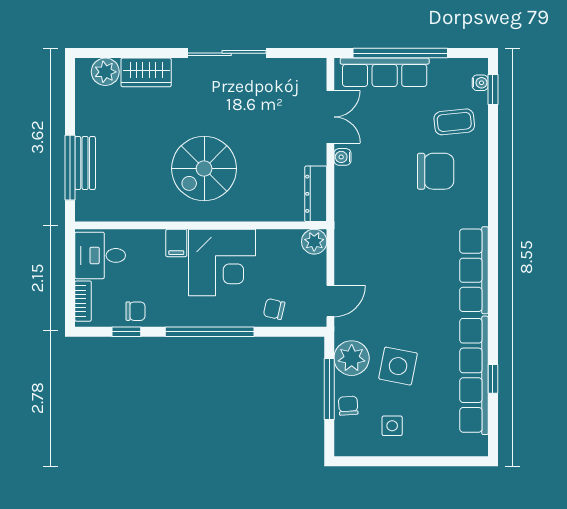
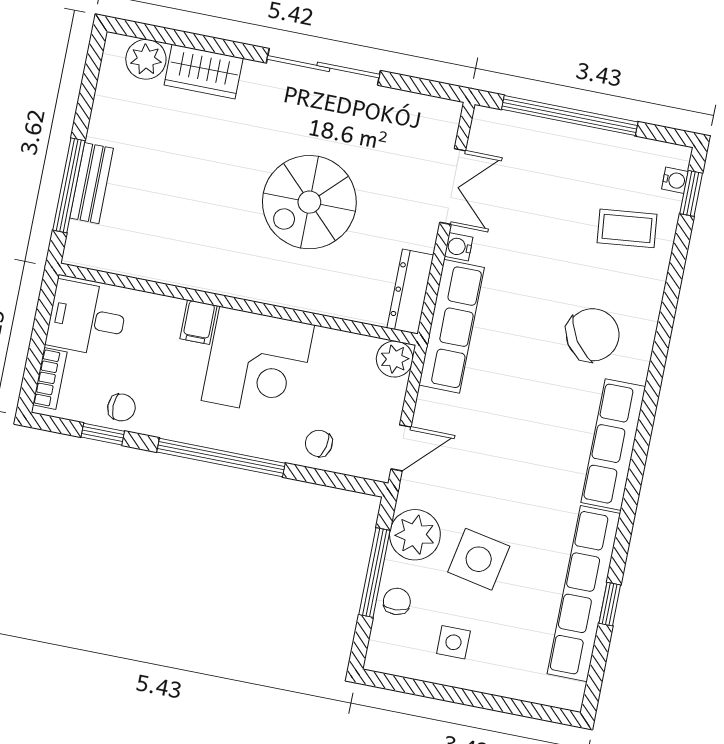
row of seats: (385, 72) -> (452, 326), moved, turned -90
spiral stairs: (204, 169) -> (309, 202), moved
chair: (436, 171) -> (593, 335), moved, turned -34

